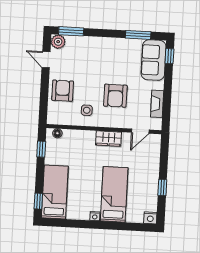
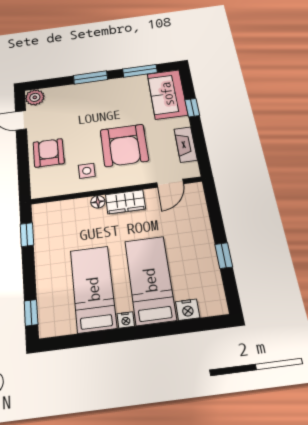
window: (71, 31) -> (91, 77), moved
window: (169, 56) -> (192, 108), moved
armchair: (115, 96) -> (124, 145), width x1.36, depth x1.36
floor lamp: (57, 133) -> (98, 202), moved
bed: (55, 192) -> (93, 289), moved
nightstand: (150, 218) -> (188, 310), moved

